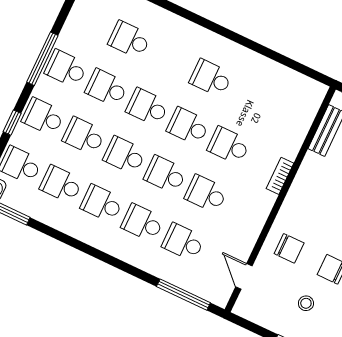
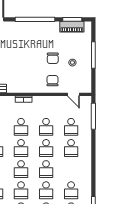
school desk: (102, 204) -> (71, 169), removed
door: (244, 276) -> (73, 94), hinge flipped

